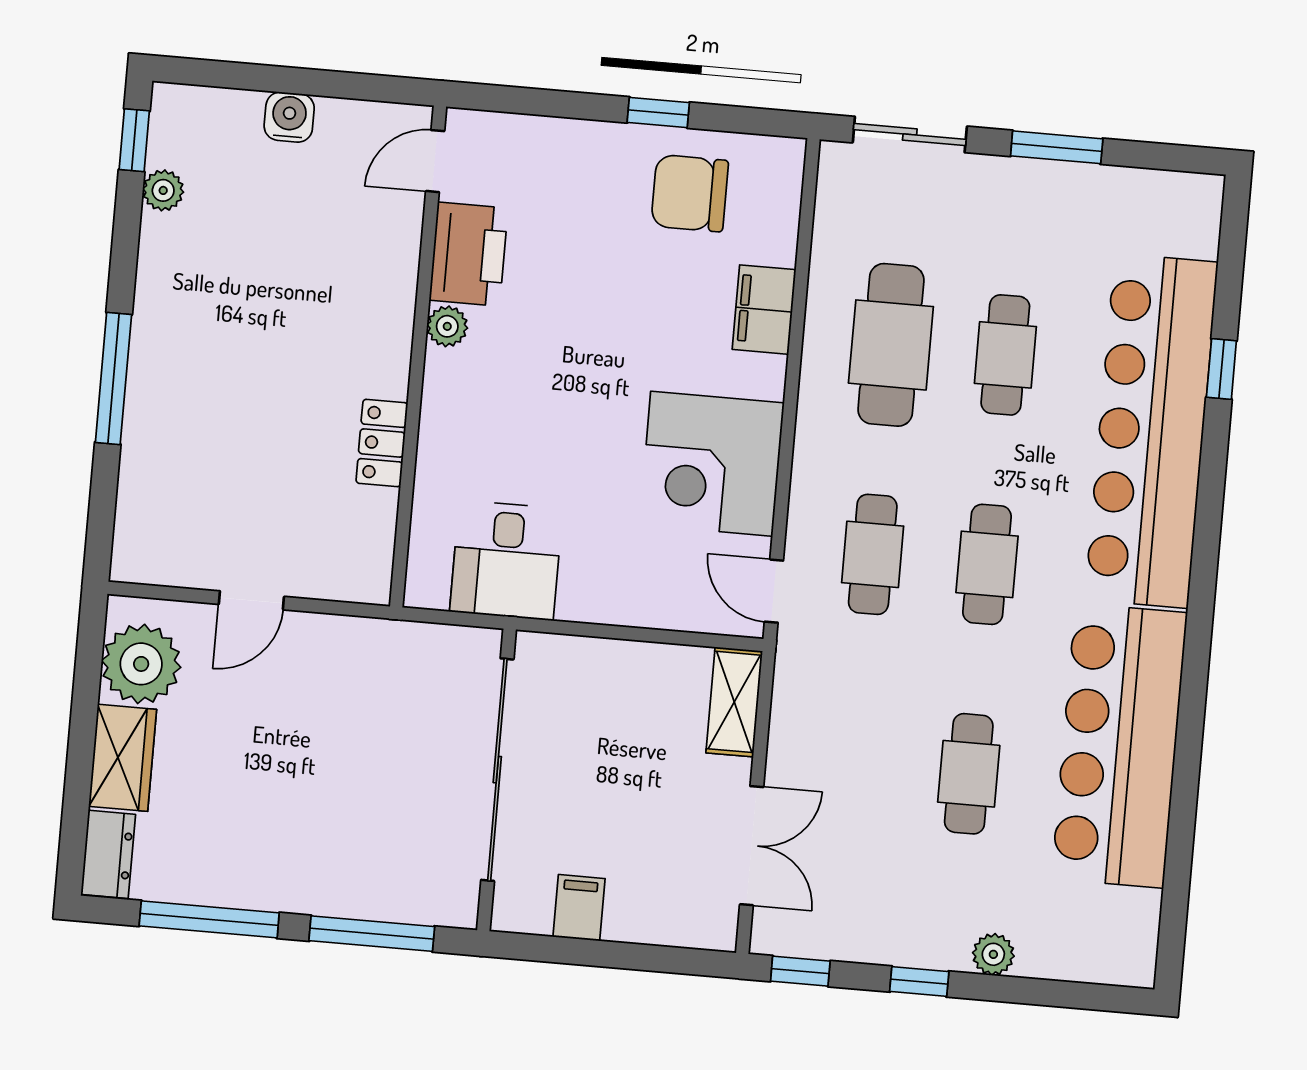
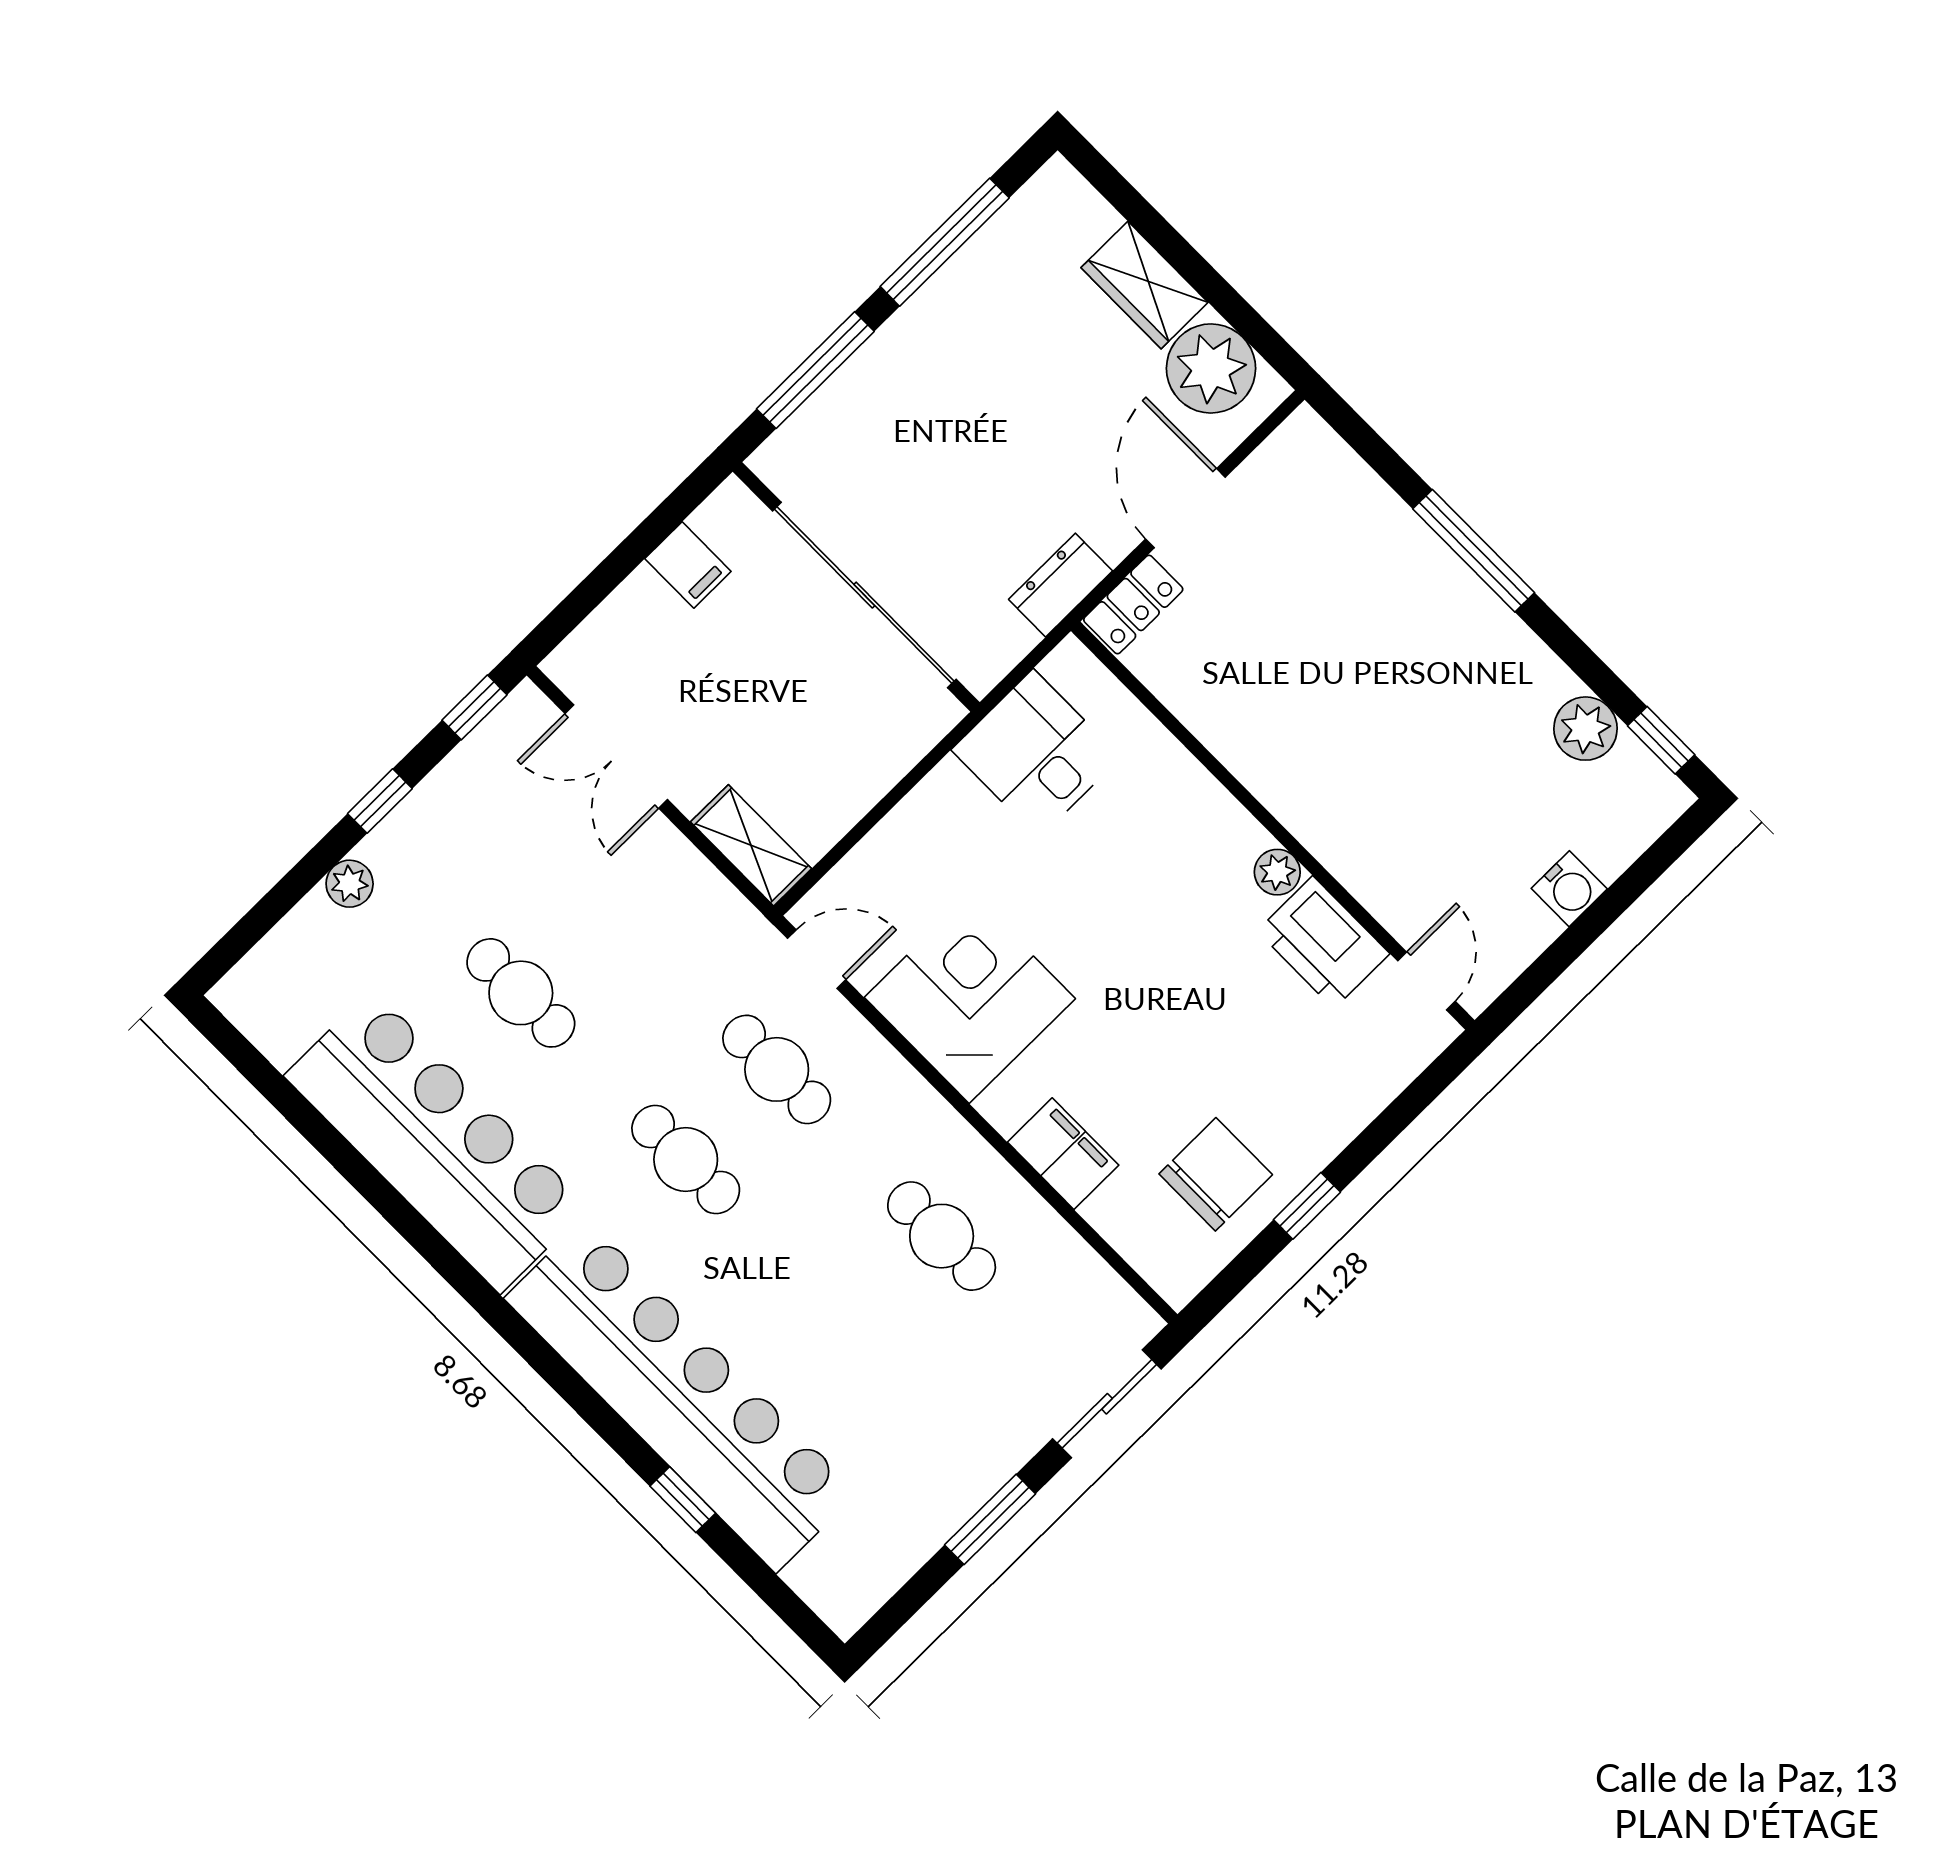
plant: (163, 190) -> (1585, 729), width x1.38, depth x1.38
cafe table: (891, 345) -> (942, 1236), width x0.73, depth x0.74
cafe table: (1005, 355) -> (851, 1326), removed
locker: (382, 443) -> (1133, 604), moved, turned 90
door: (251, 600) -> (1185, 508), width x1.37
dresser: (108, 854) -> (1061, 585), moved, turned 90

